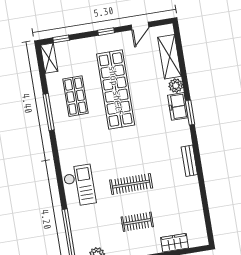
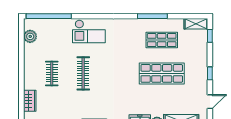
door: (140, 26) -> (210, 102), swing flipped
shop shelf: (116, 90) -> (162, 73), width x0.71

